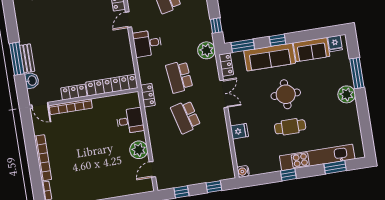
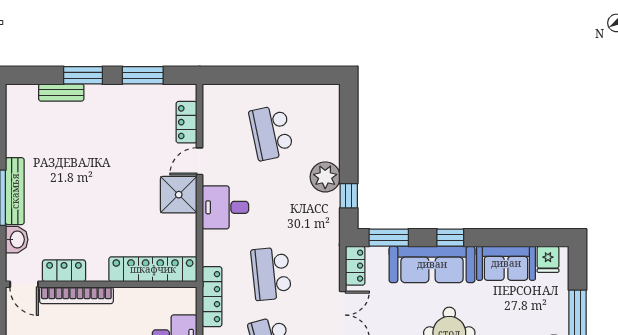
shower: (120, 40) -> (179, 195), added
plant: (206, 50) -> (325, 177), moved
bench: (27, 58) -> (15, 191), width x1.36
locker: (74, 92) -> (64, 271), moved
locker: (148, 95) -> (212, 297), width x1.53

